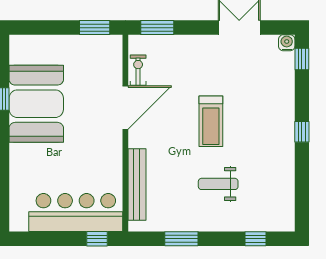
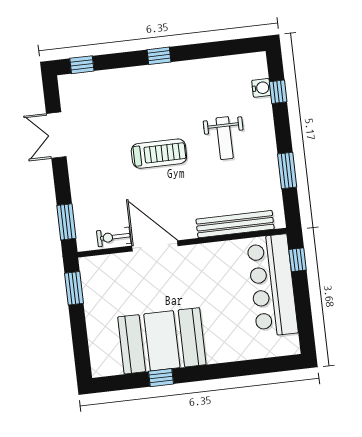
water cooler: (287, 43) -> (261, 88), moved, turned 180

